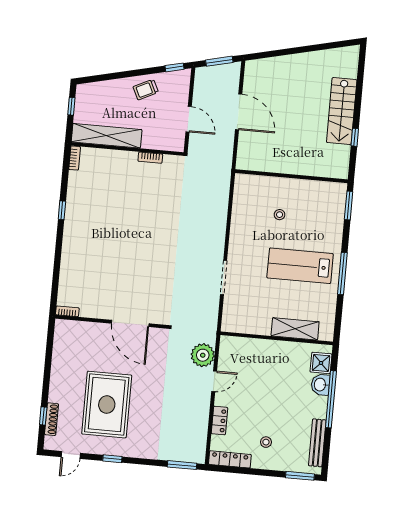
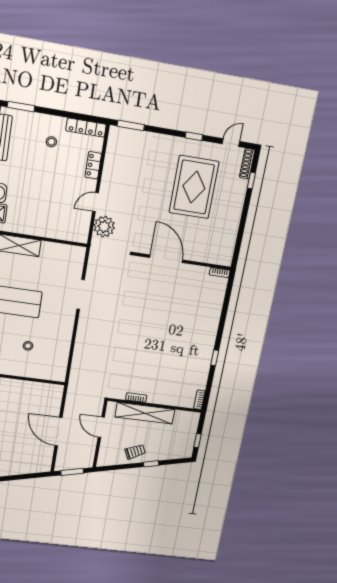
window: (175, 67) -> (151, 464), moved
shelving: (107, 136) -> (145, 413), moved
shoe rack: (51, 419) -> (247, 164), moved

